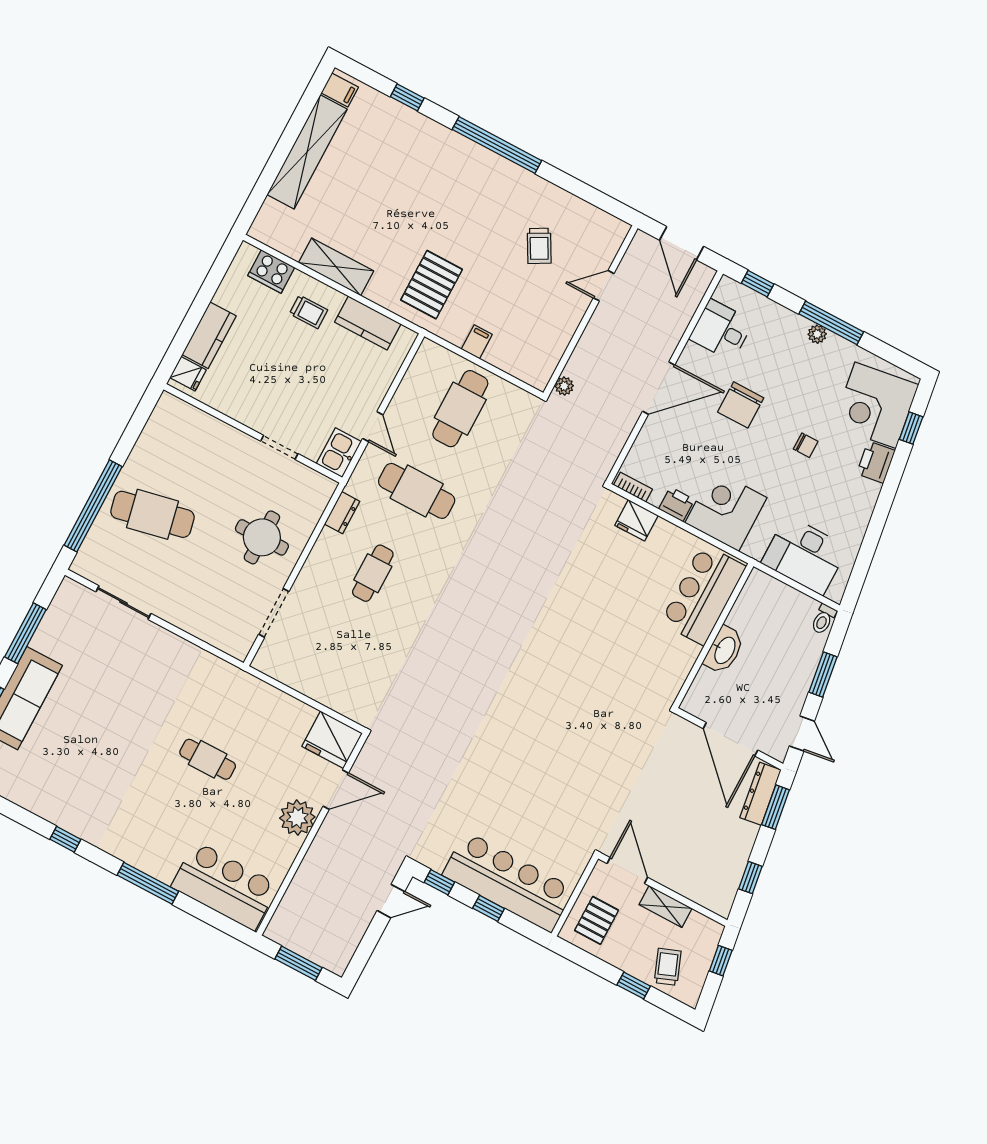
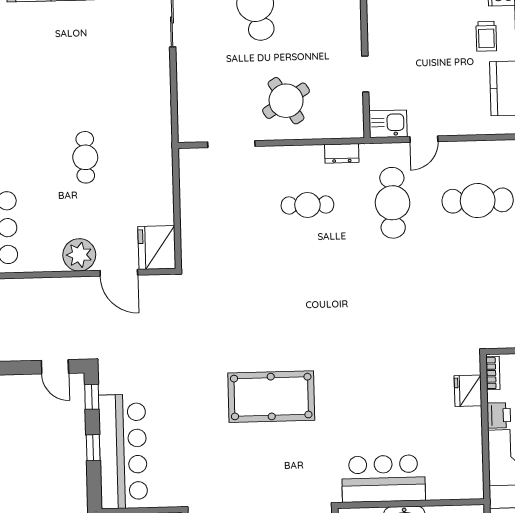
round table: (262, 537) -> (286, 101), turned -32
bar counter: (703, 595) -> (383, 479), moved
pool table: (536, 711) -> (271, 397), added

